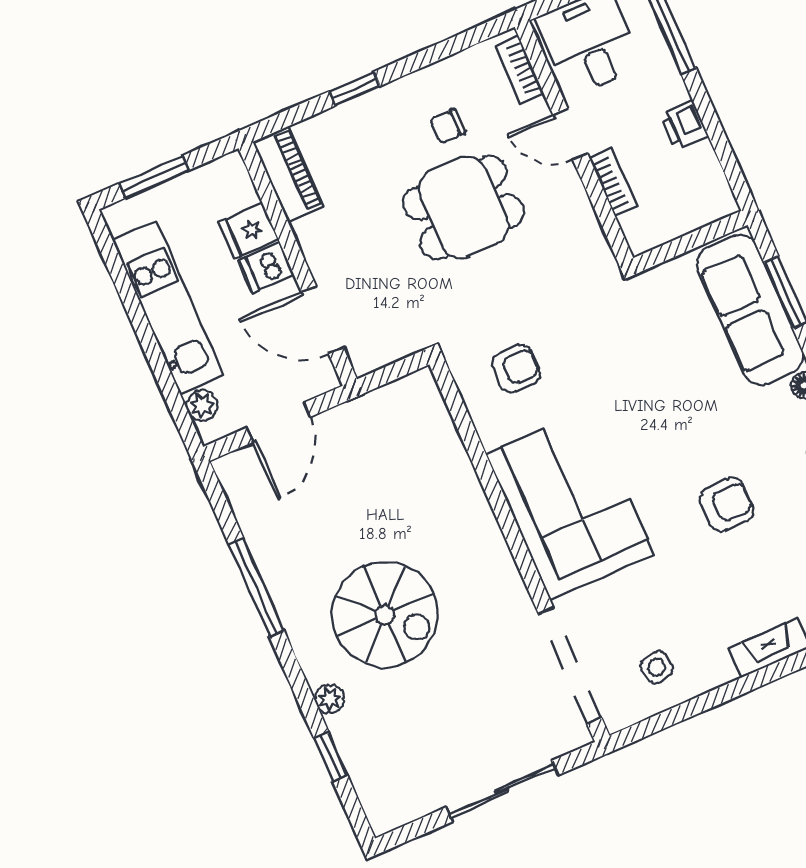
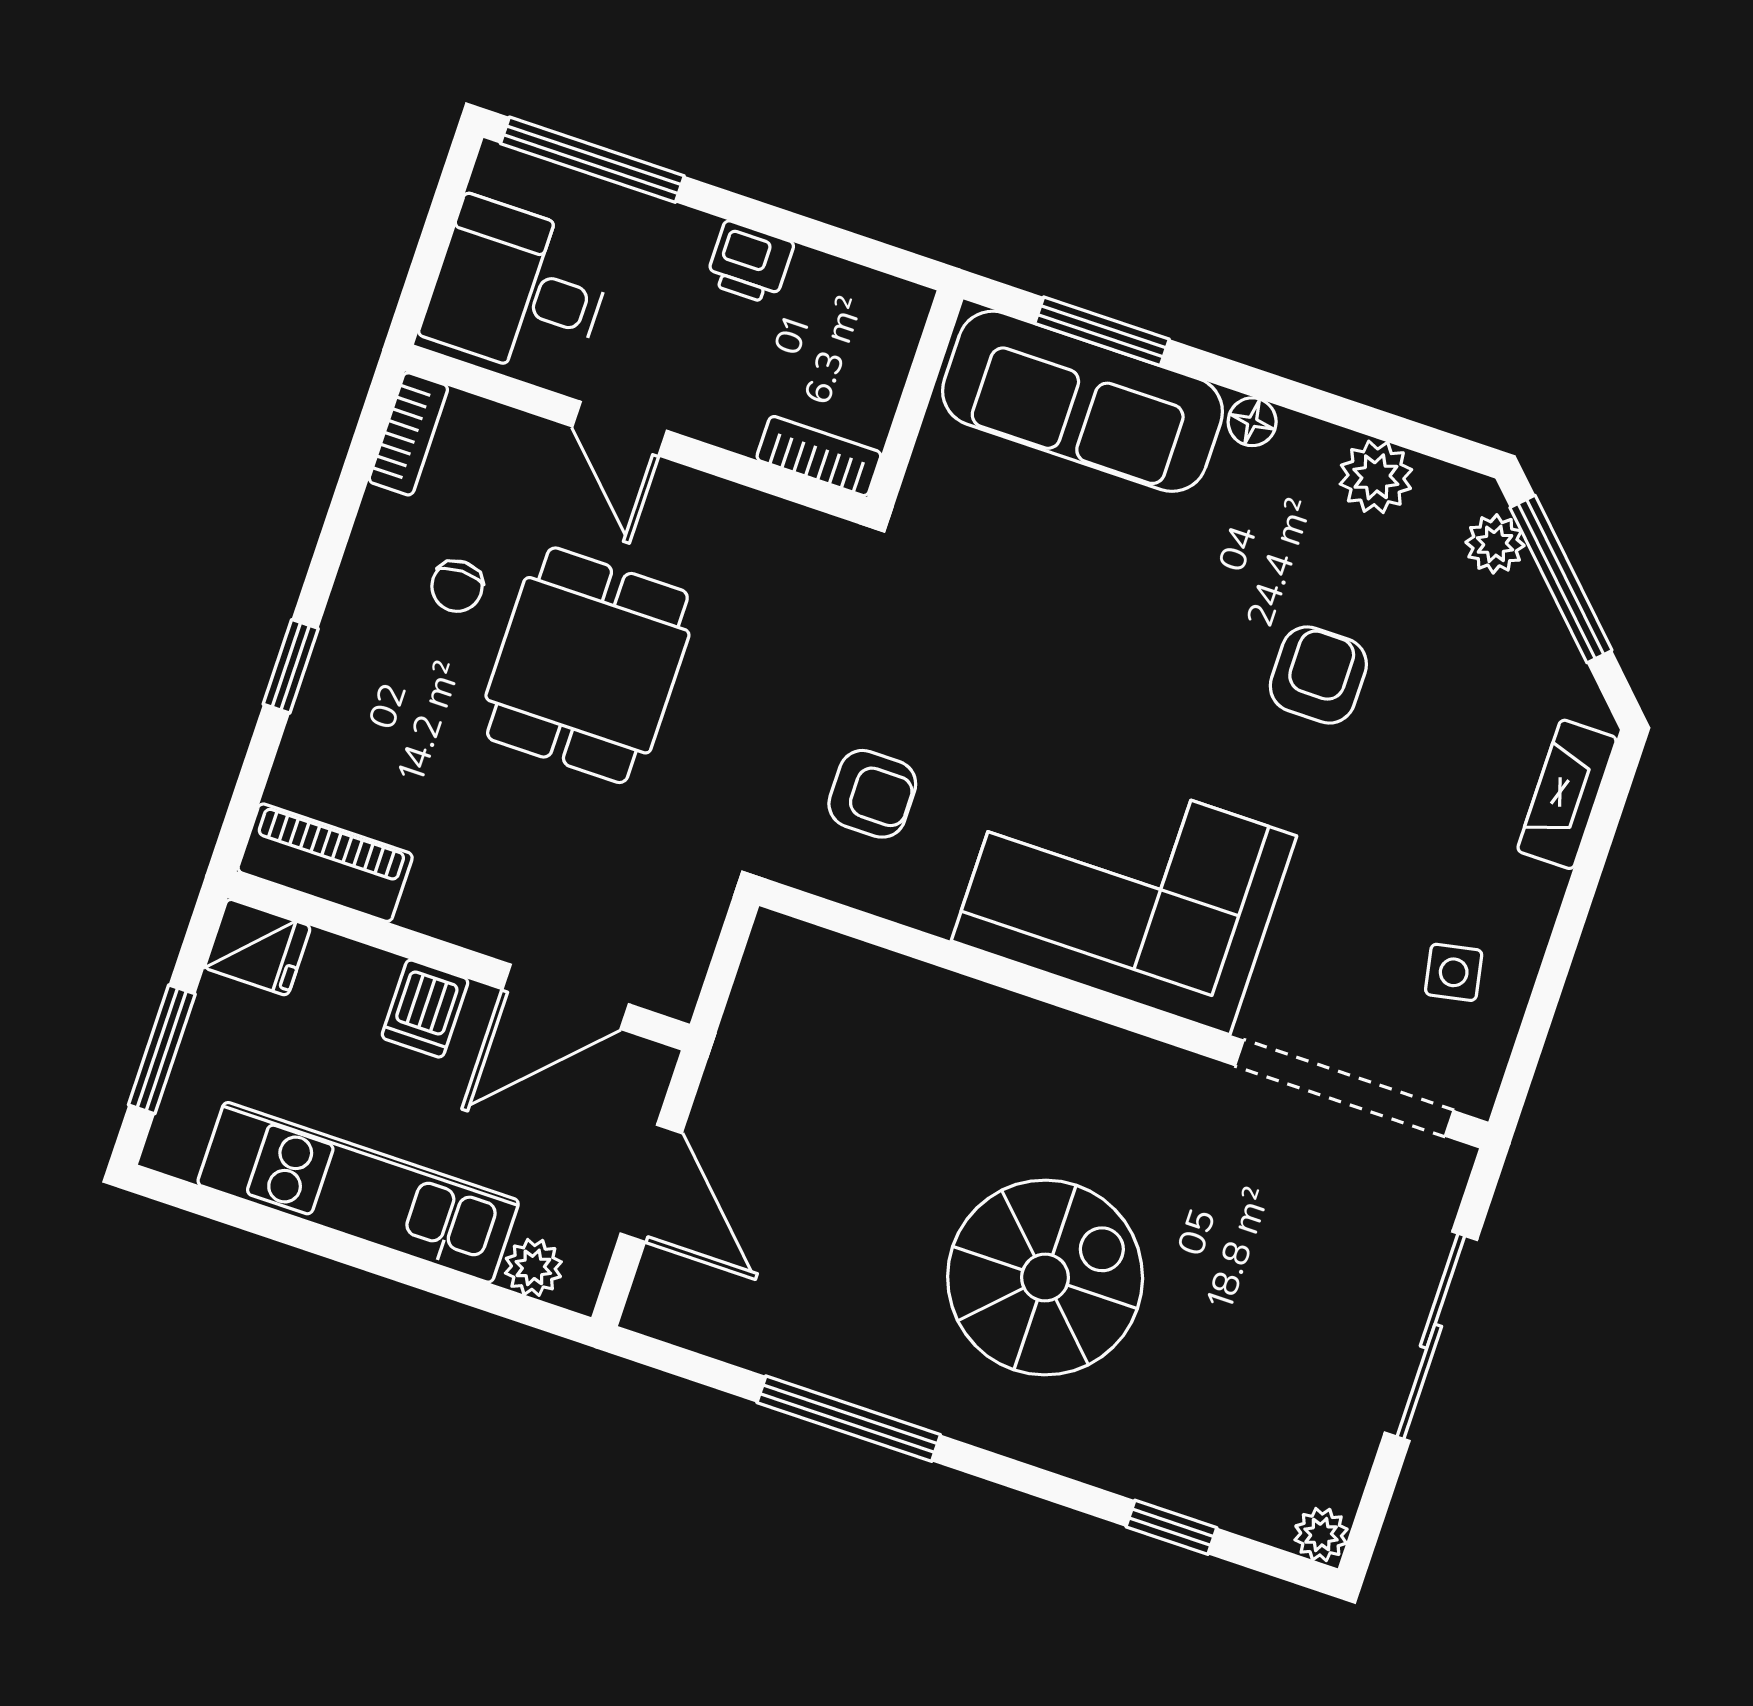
bookcase: (520, 70) -> (408, 434), moved, turned -90
door: (570, 134) -> (620, 429), hinge flipped
bookcase: (614, 182) -> (819, 456), moved
fridge: (249, 231) -> (258, 947), moved, turned -90
armchair: (516, 369) -> (872, 794), turned 90
plant: (330, 699) -> (1321, 1535), moved

